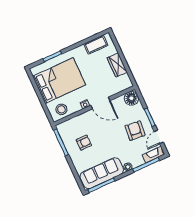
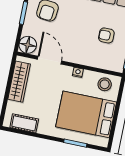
wardrobe: (117, 65) -> (19, 82), width x1.50
door: (100, 103) -> (50, 60), moved

